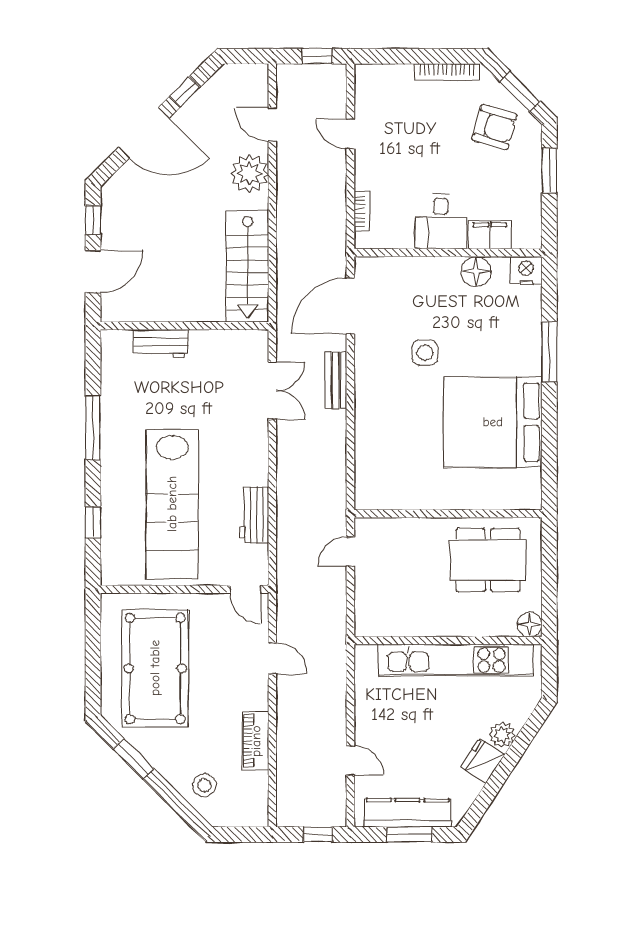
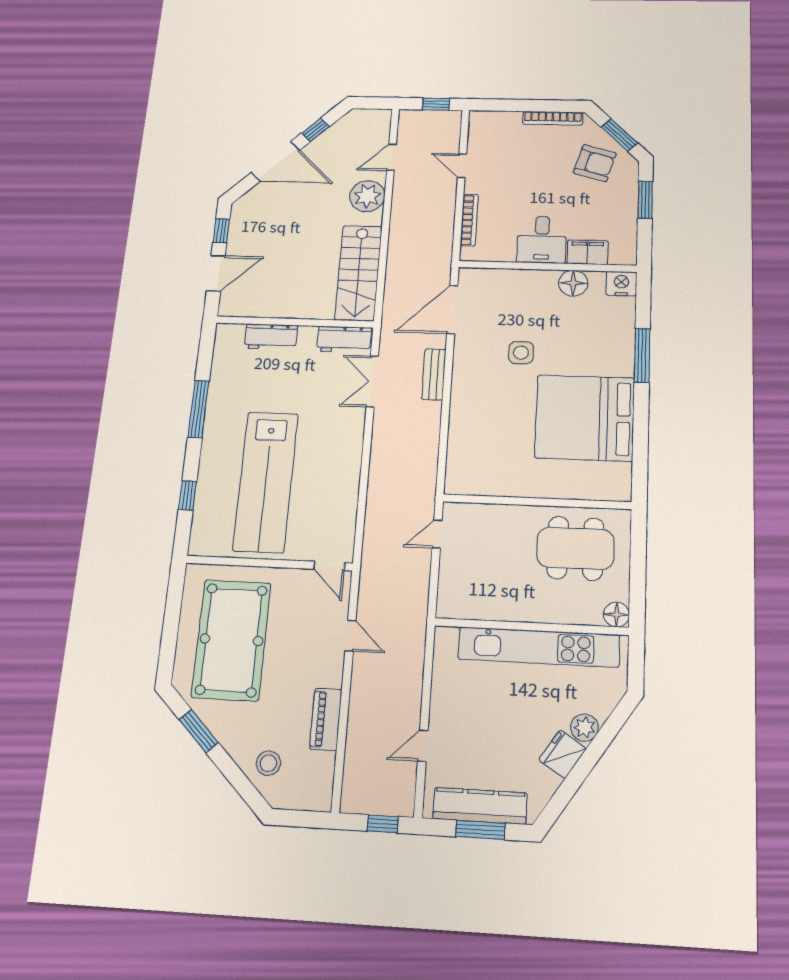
door: (272, 125) -> (392, 157), hinge flipped
bookcase: (362, 211) -> (469, 220), width x1.56
double door: (272, 390) -> (372, 382), swing flipped
workbench: (254, 515) -> (344, 339), moved, turned -90
door: (350, 760) -> (423, 746), swing flipped

